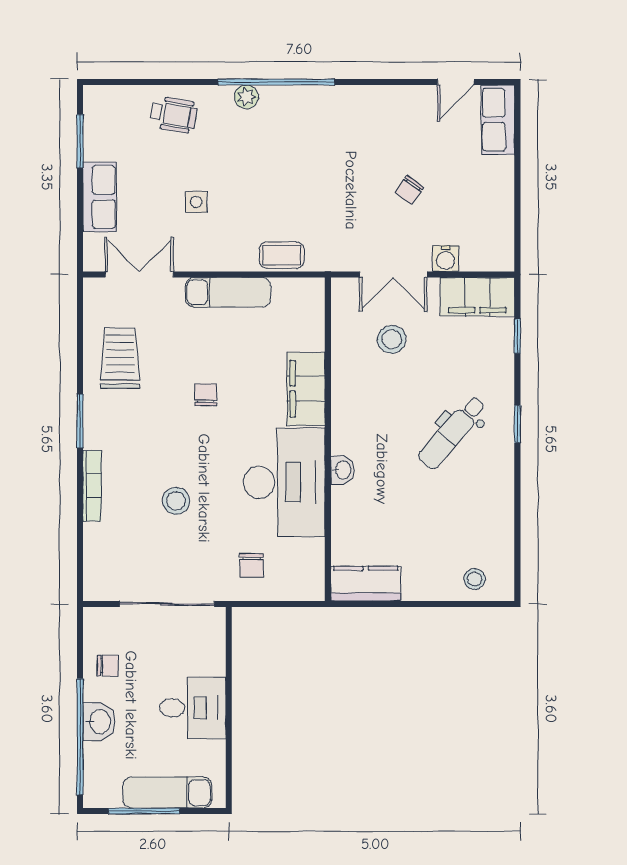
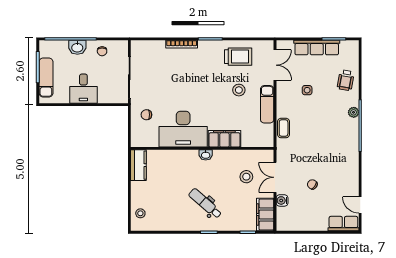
row of seats: (100, 197) -> (317, 48), width x1.48
chair: (206, 395) -> (222, 94), removed
washbasin: (343, 470) -> (206, 155), moved
stool: (176, 501) -> (239, 90), moved

